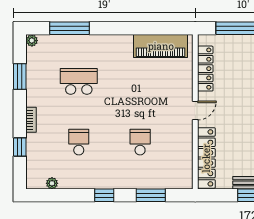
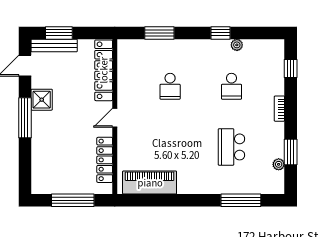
plant: (32, 41) -> (279, 164), moved
school desk: (79, 81) -> (231, 147), turned 90
window: (20, 147) -> (291, 69), moved
plant: (52, 183) -> (237, 45), moved
window: (104, 195) -> (220, 33), moved

